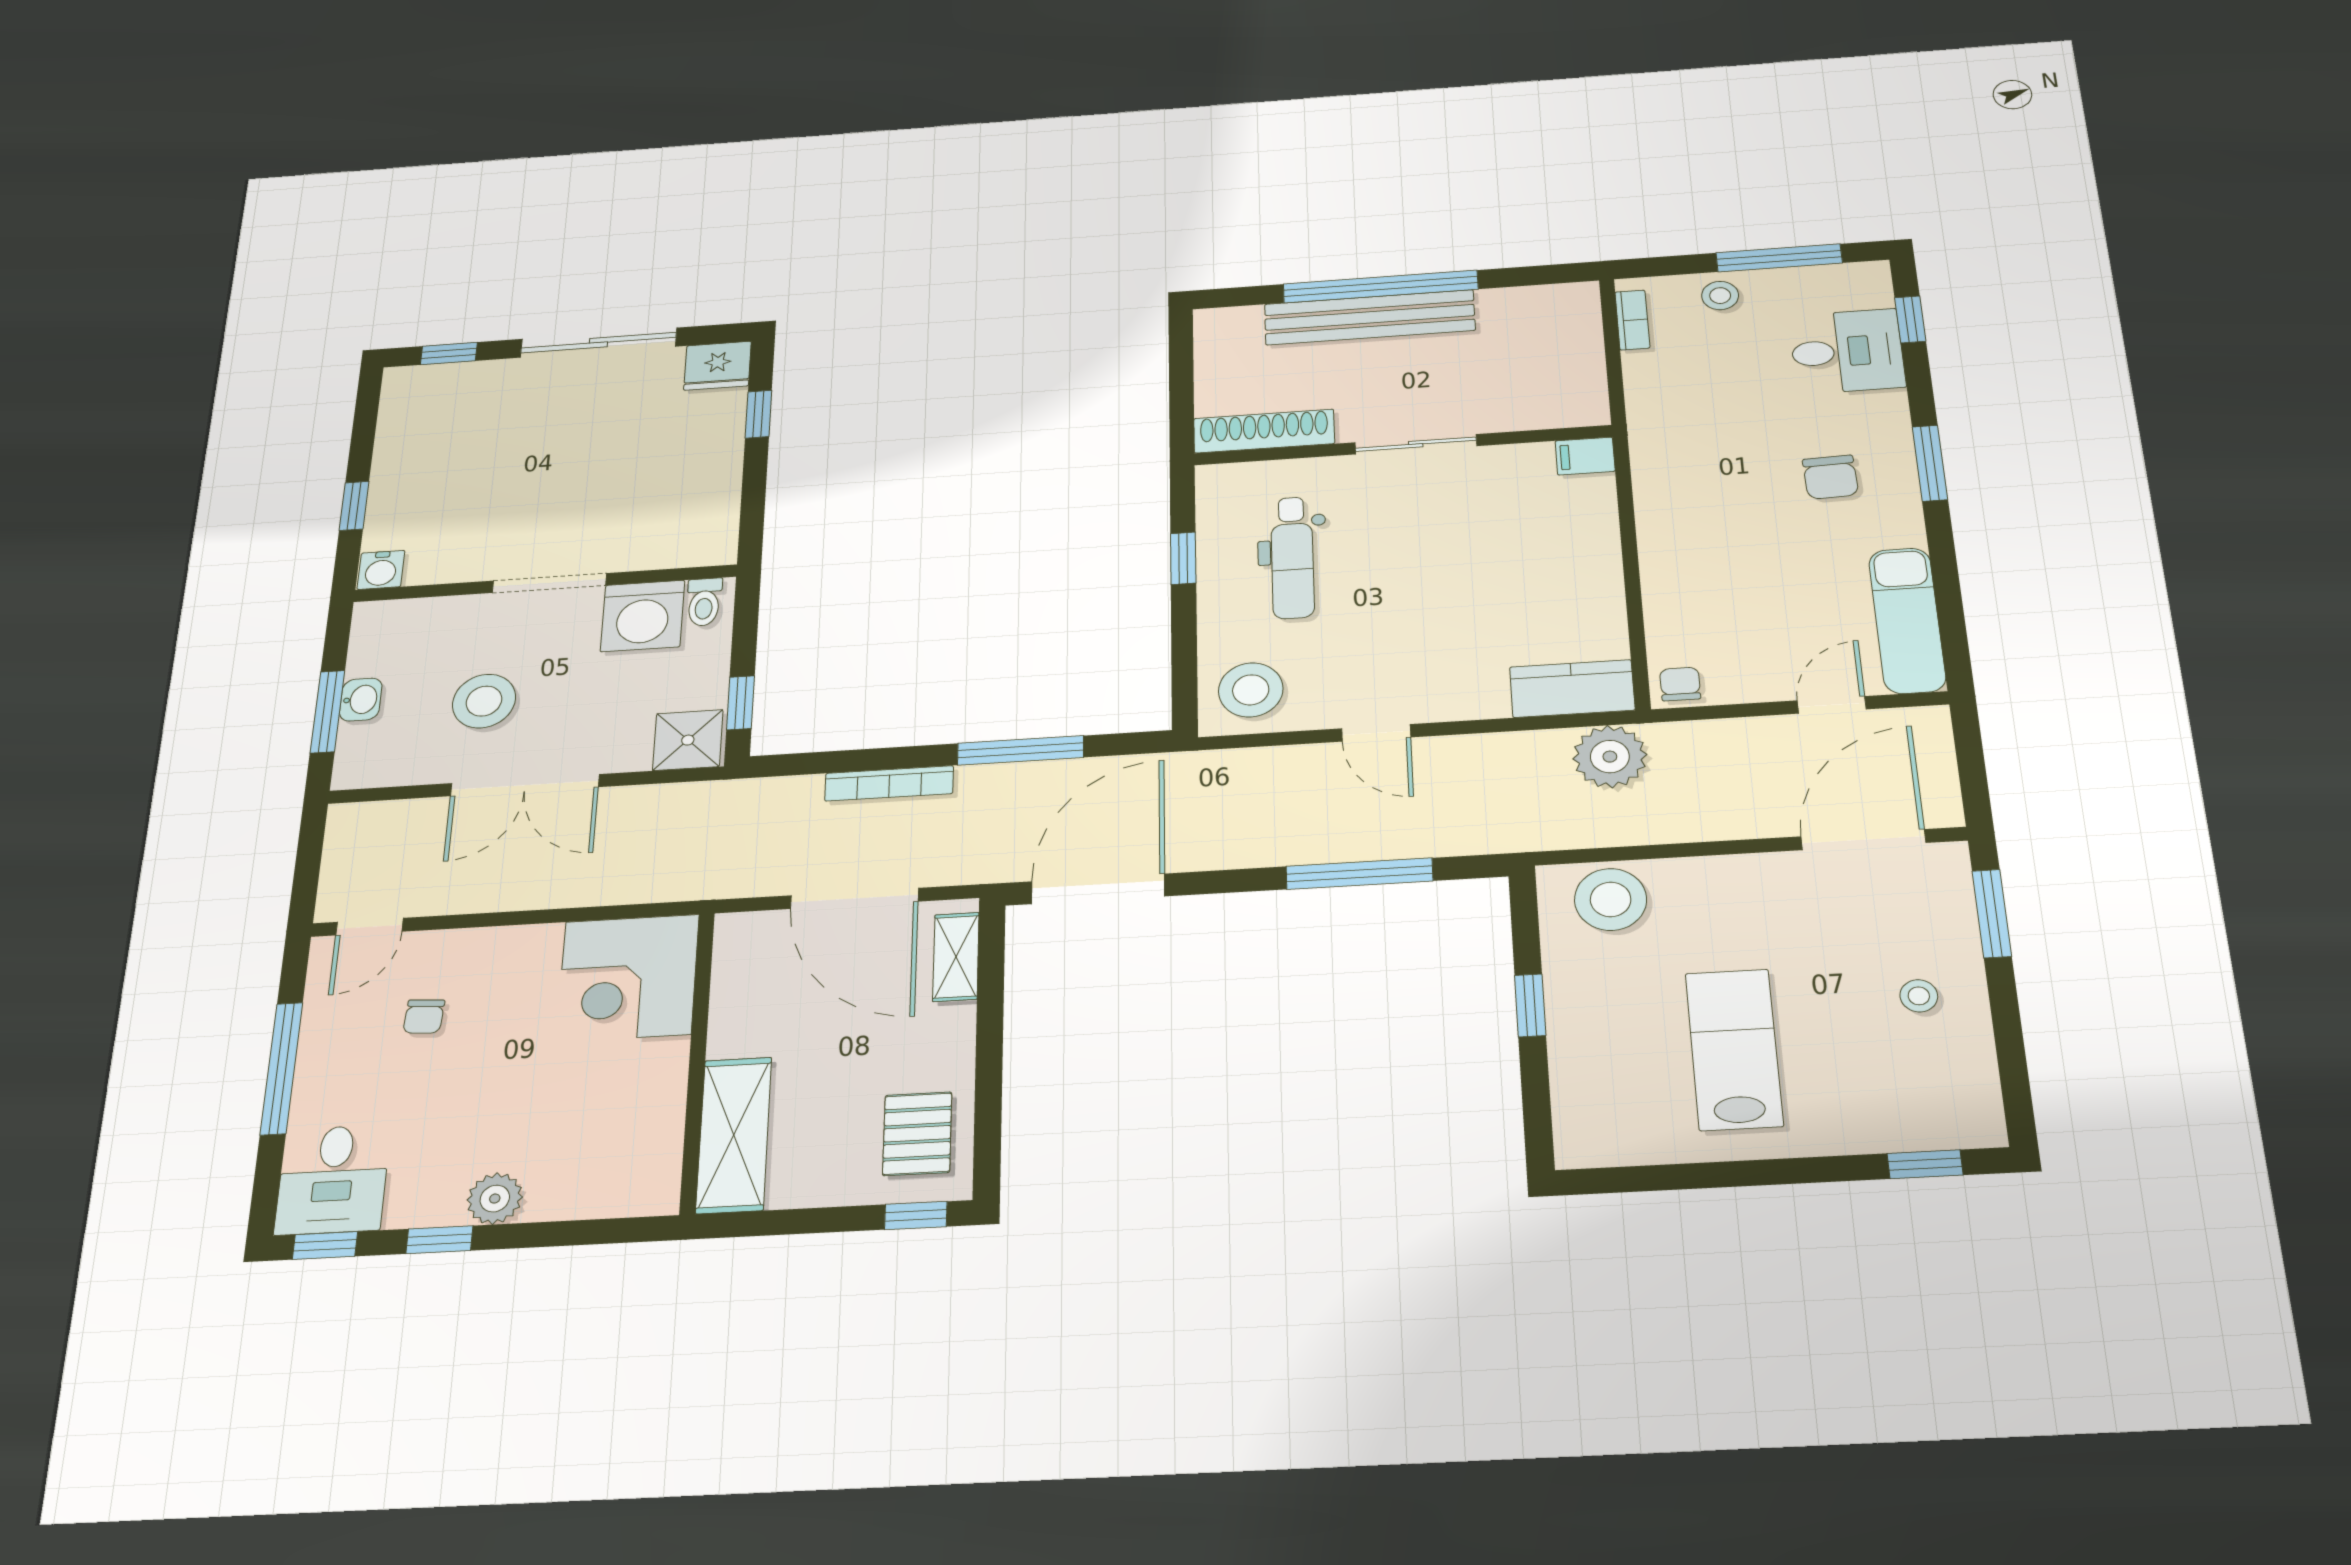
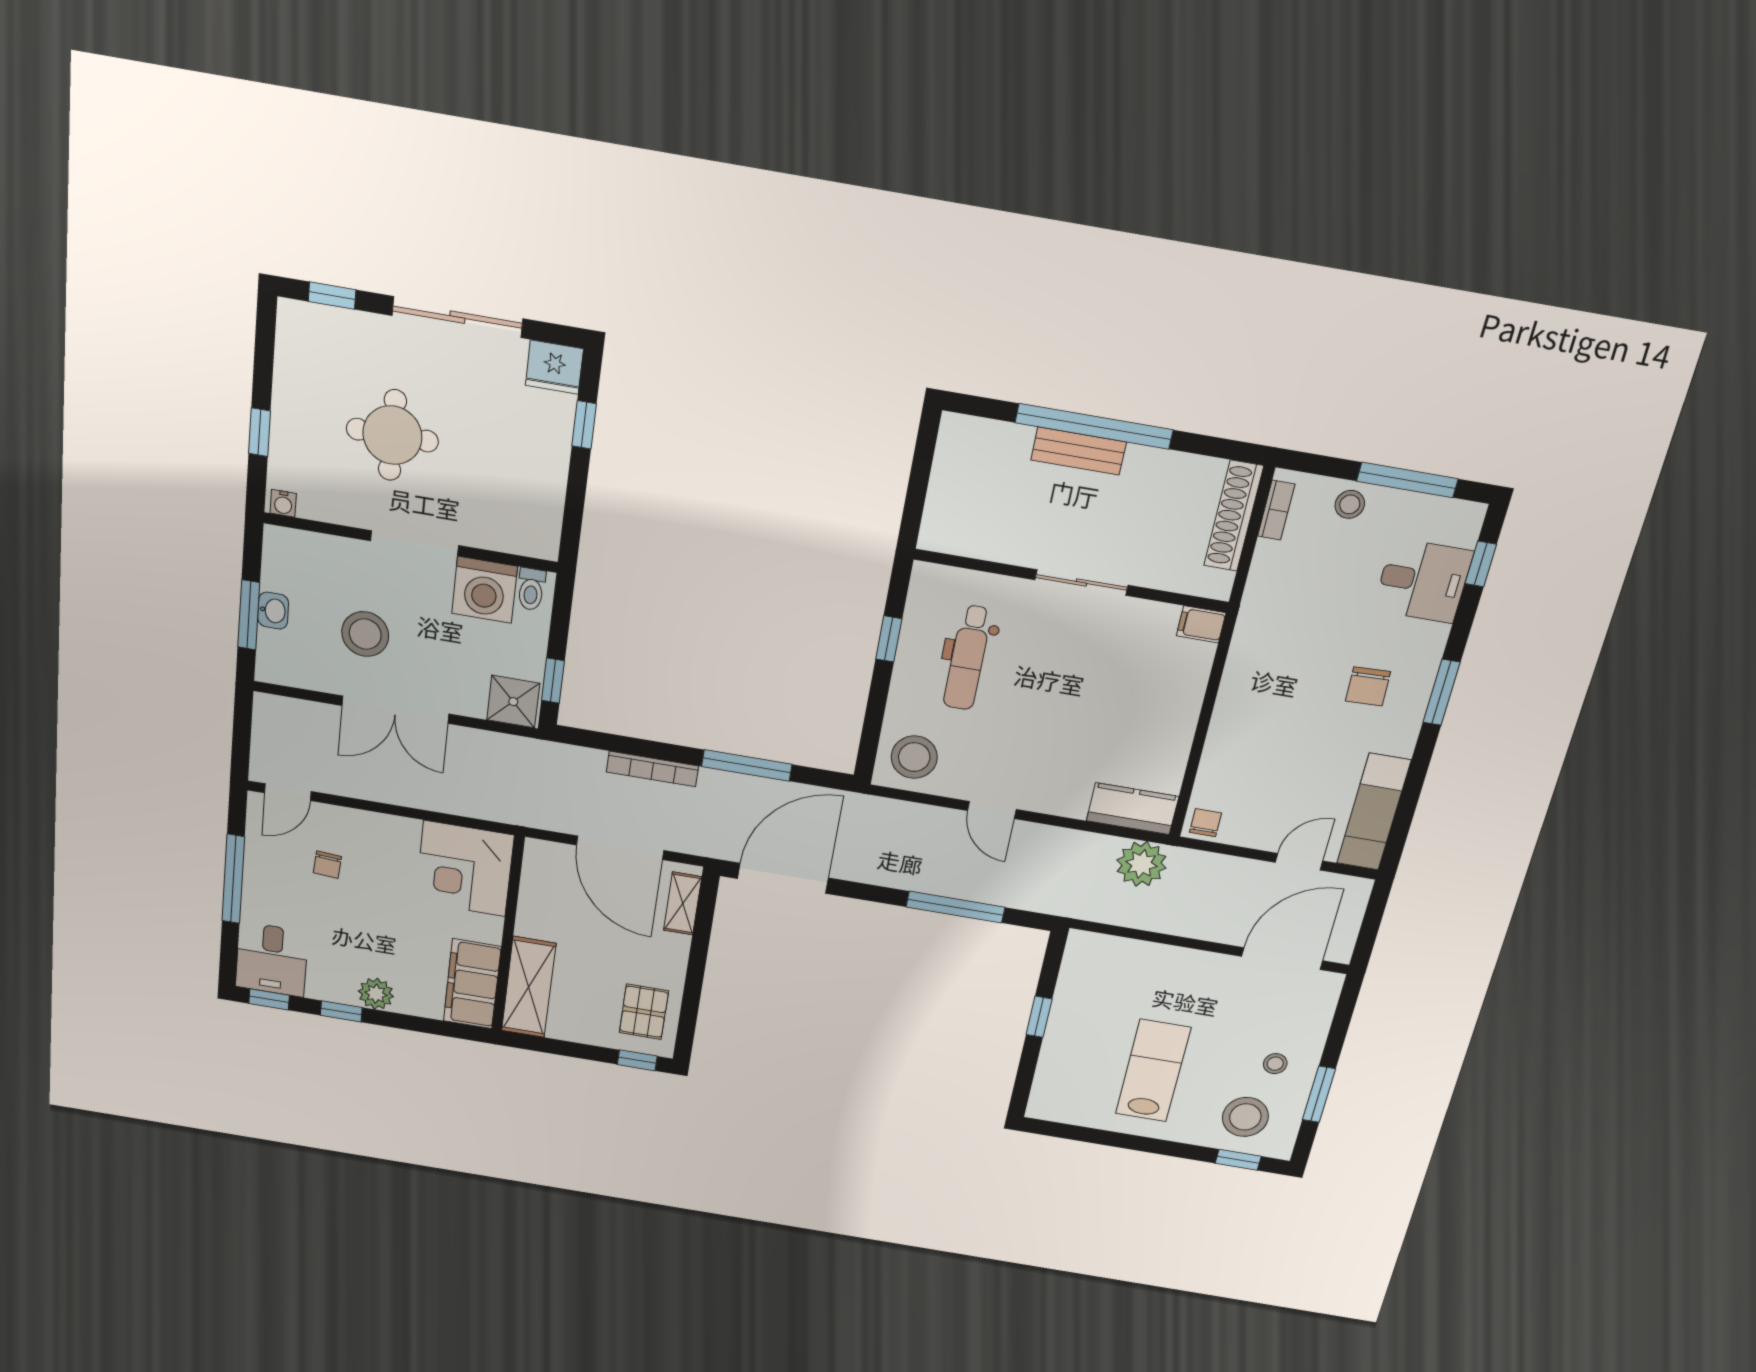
bench: (1370, 317) -> (1079, 451), width x0.54, depth x0.82
shoe rack: (1264, 431) -> (1234, 516), moved, turned -90
round table: (521, 474) -> (392, 435), added
water cooler: (381, 570) -> (283, 503), width x0.72, depth x0.72
stool: (1611, 899) -> (1245, 1117), moved
window: (1992, 914) -> (1319, 1094), moved
filing cabinet: (646, 1149) -> (472, 984), added

